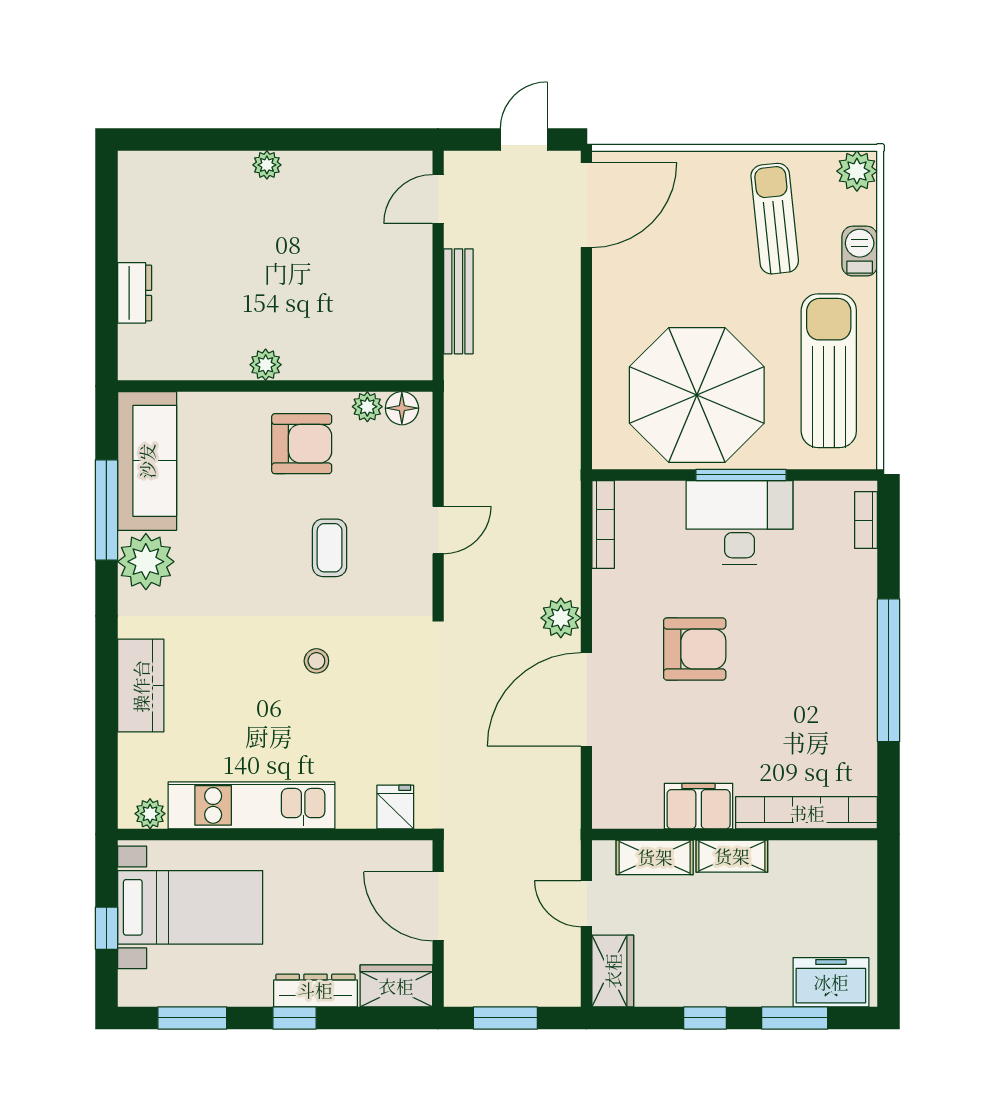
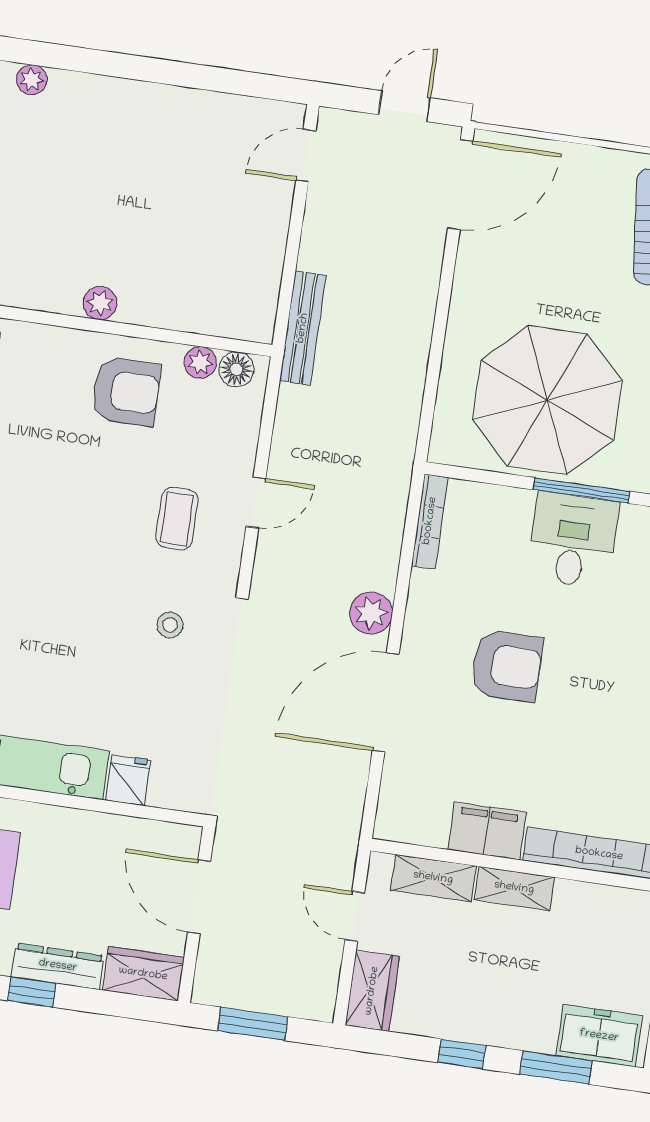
plant: (267, 165) -> (32, 80), moved
bench: (458, 301) -> (303, 328), moved
desk: (739, 523) -> (573, 540), width x0.73
coffee table: (330, 548) -> (177, 519), moved
stool: (316, 661) -> (170, 625), moved
fridge: (395, 807) -> (128, 780), moved

